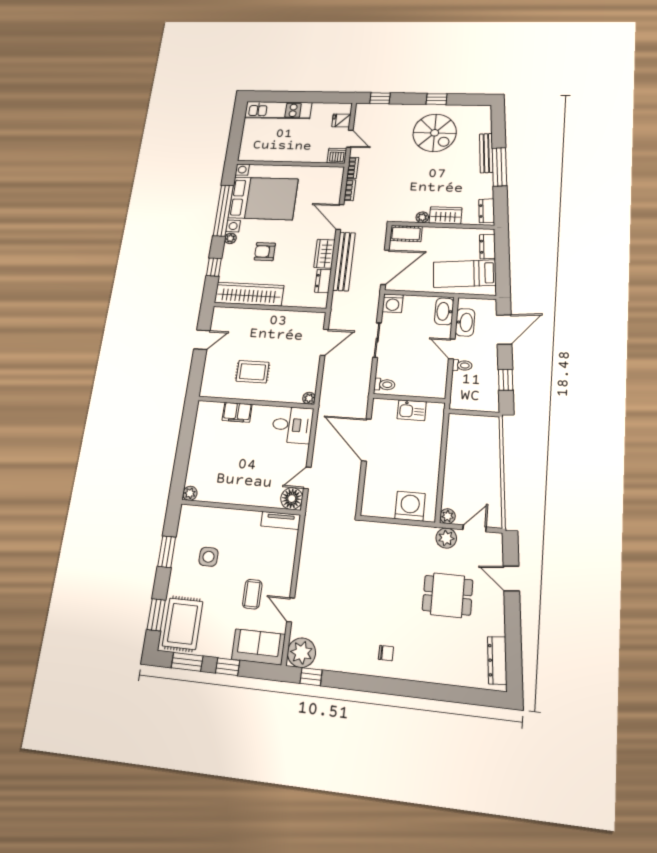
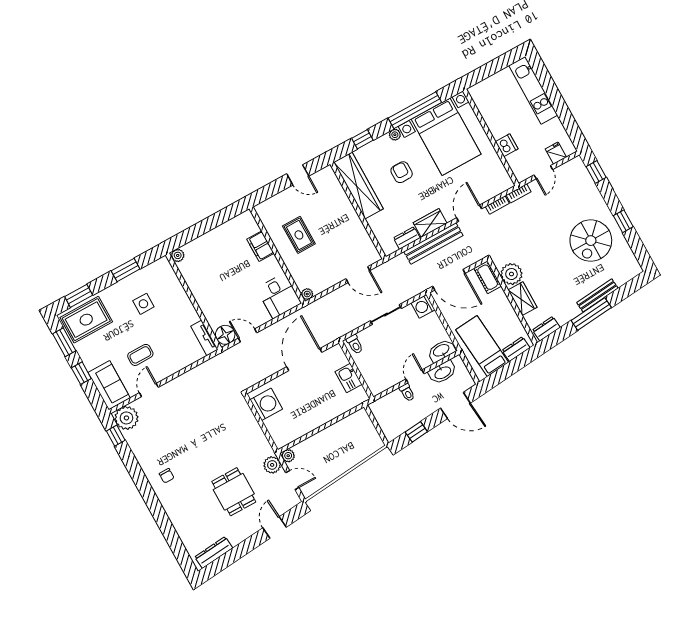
dishwasher: (337, 156) -> (507, 145), moved
plant: (422, 217) -> (511, 274), width x1.88, depth x1.88
washing machine: (410, 506) -> (266, 404), moved

